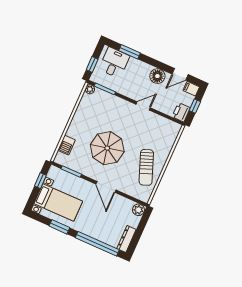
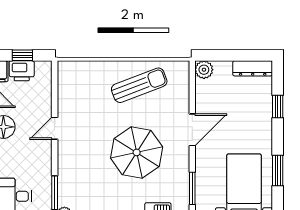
door: (143, 106) -> (55, 128), hinge flipped
printer: (181, 112) -> (22, 71), moved
window: (97, 244) -> (278, 107), width x0.32

